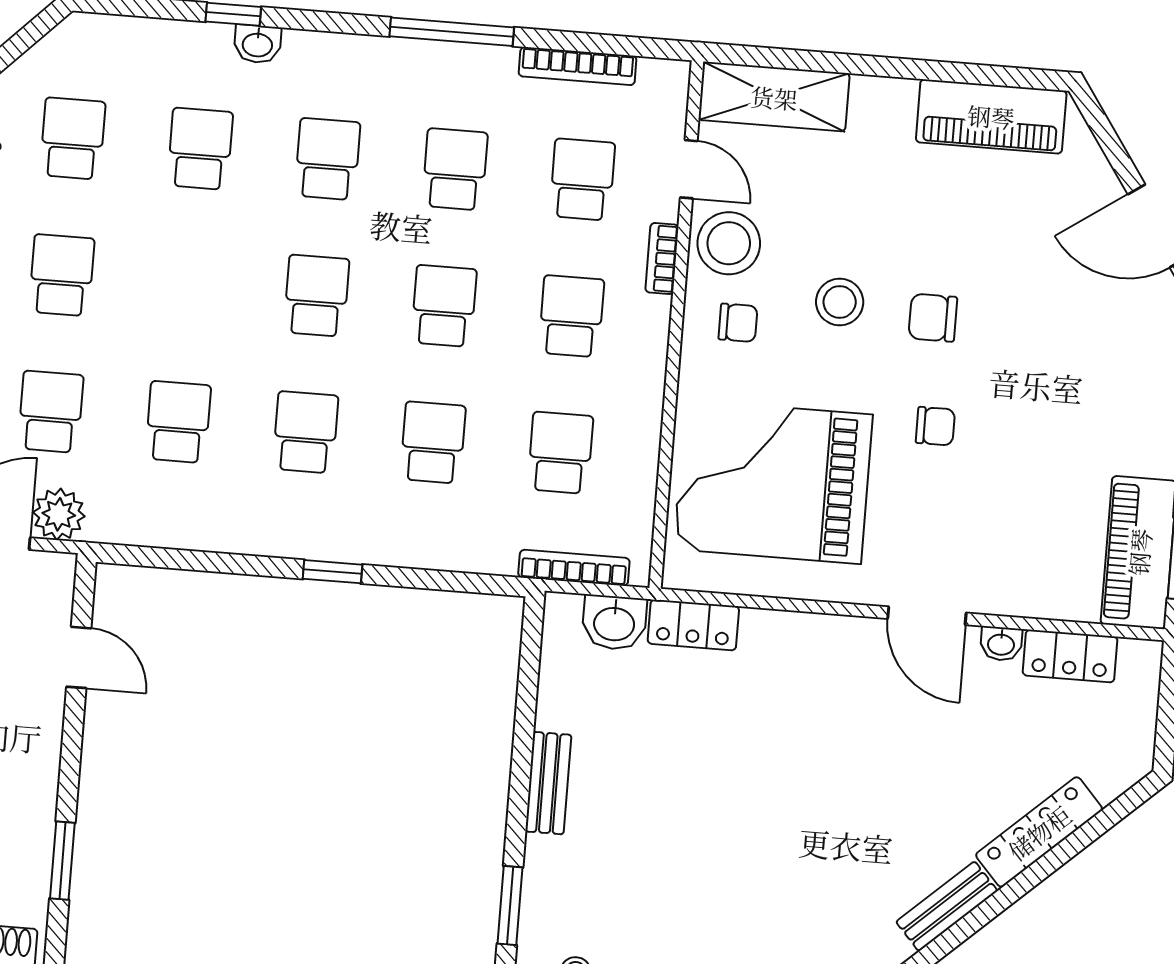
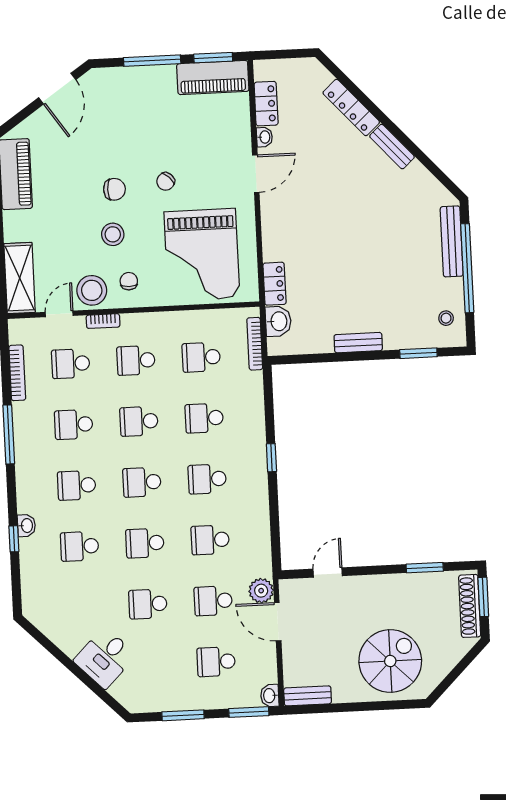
school desk: (73, 139) -> (145, 543), moved
chair: (933, 318) -> (114, 189), turned -90
chair: (935, 426) -> (166, 181), turned -136

